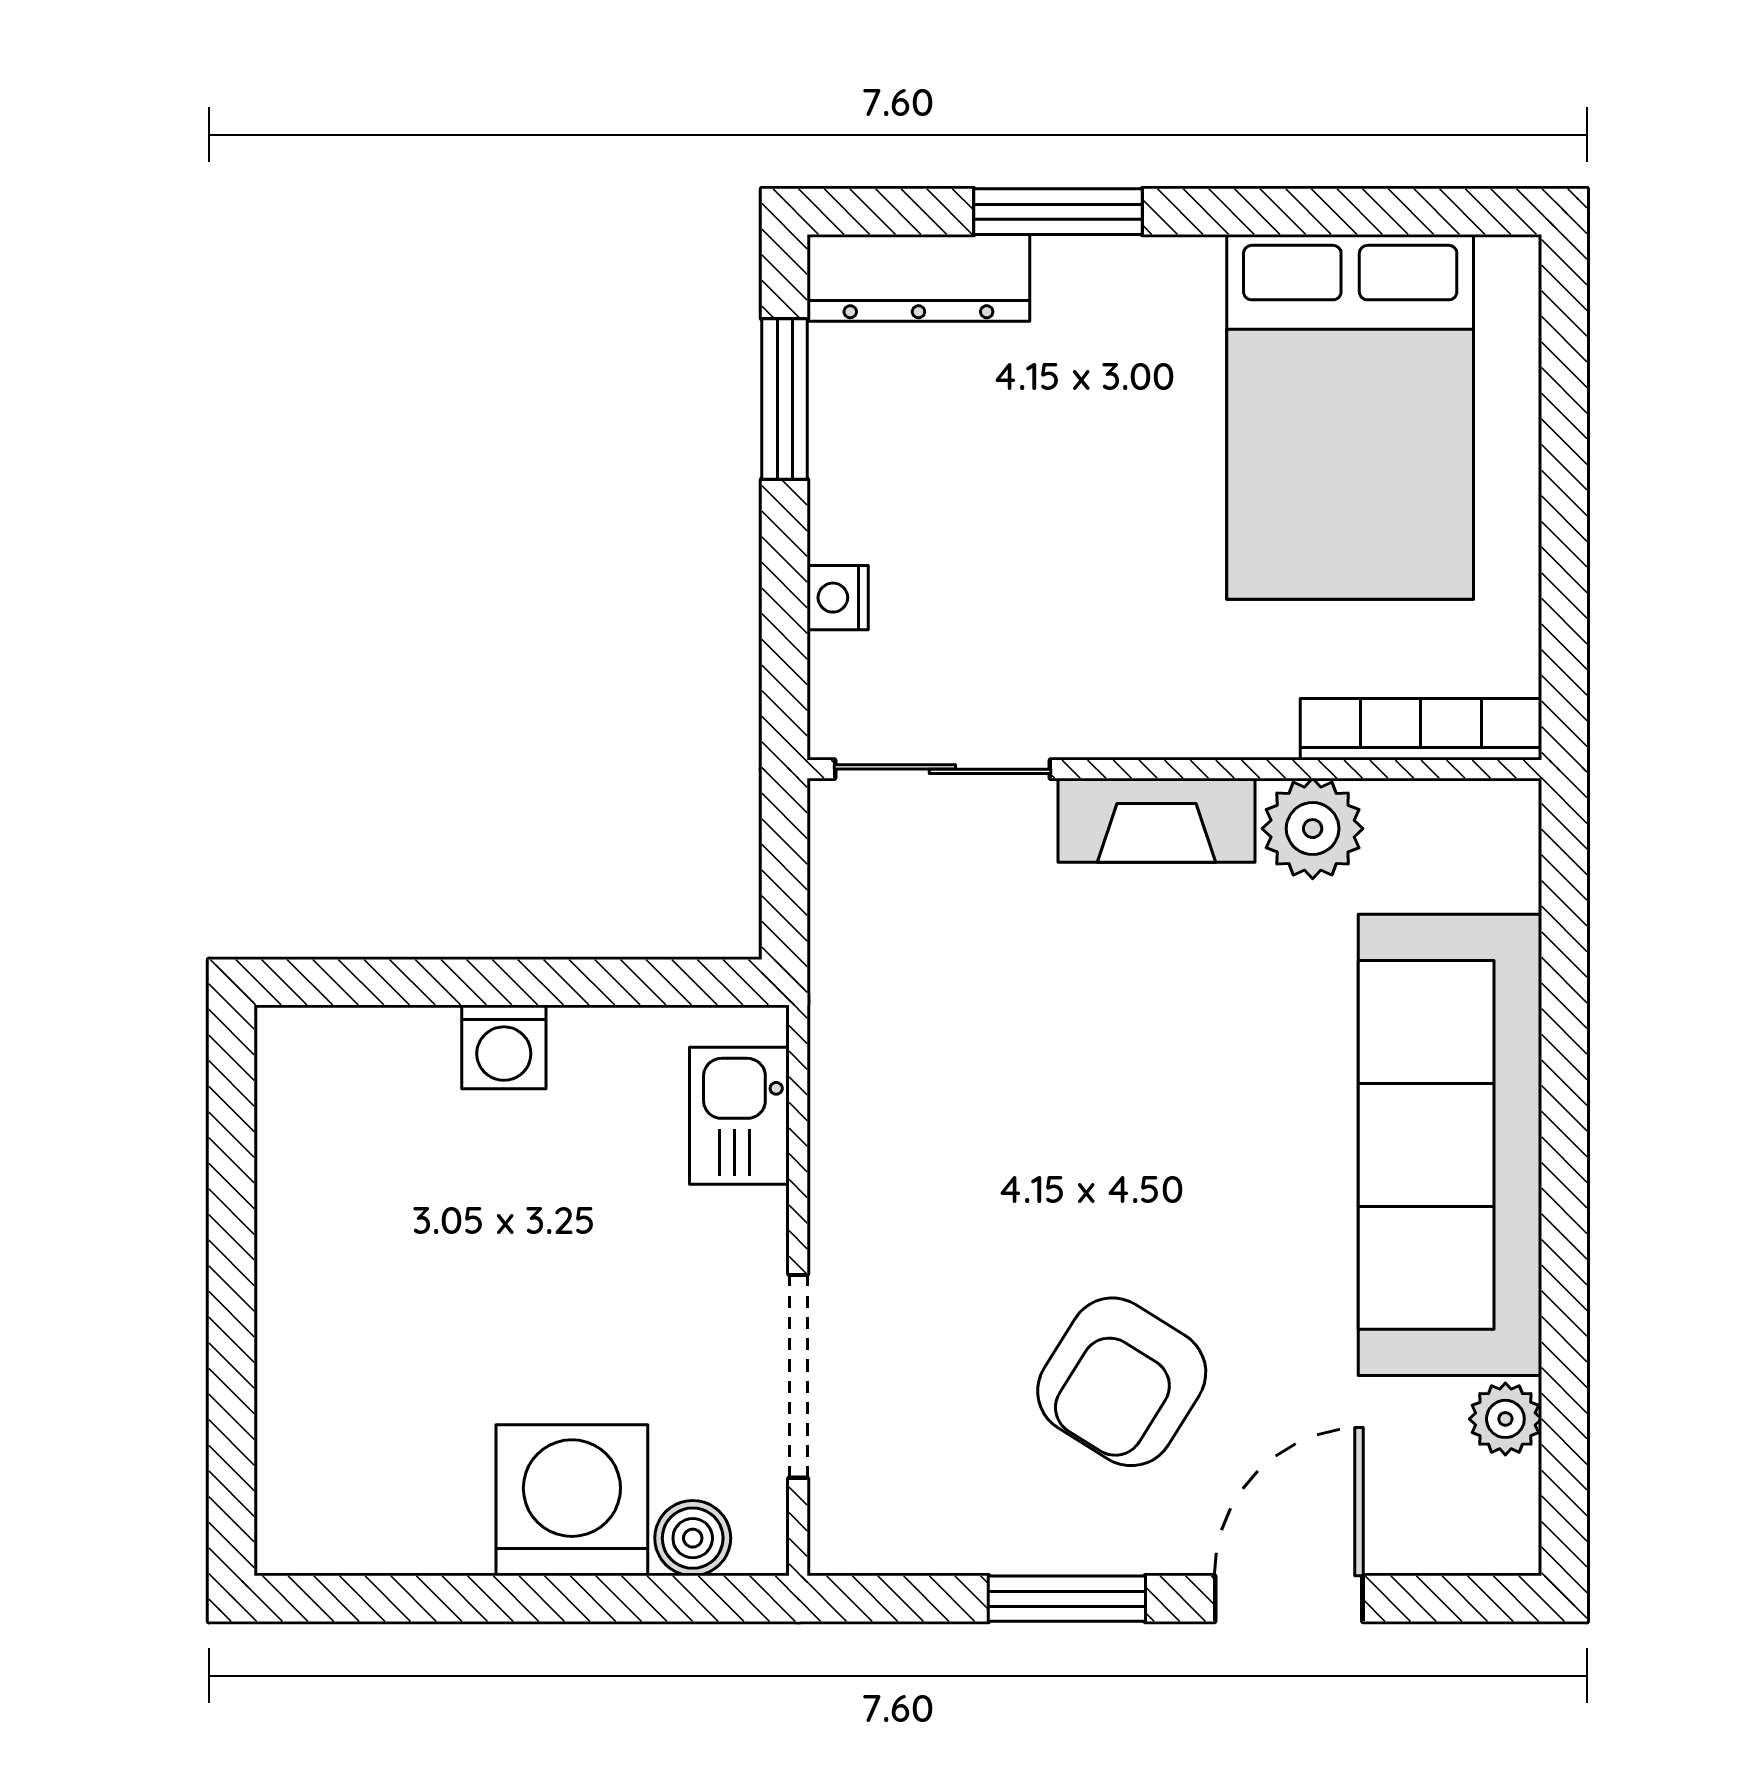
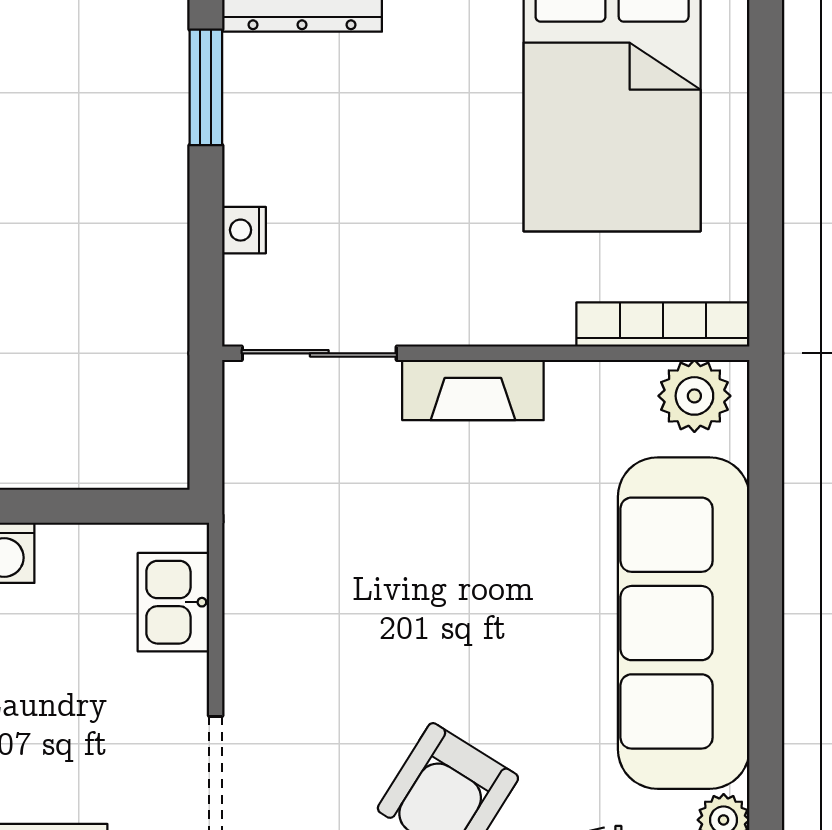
plant: (1313, 829) -> (694, 396), moved

